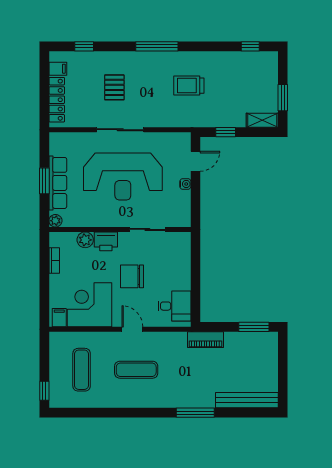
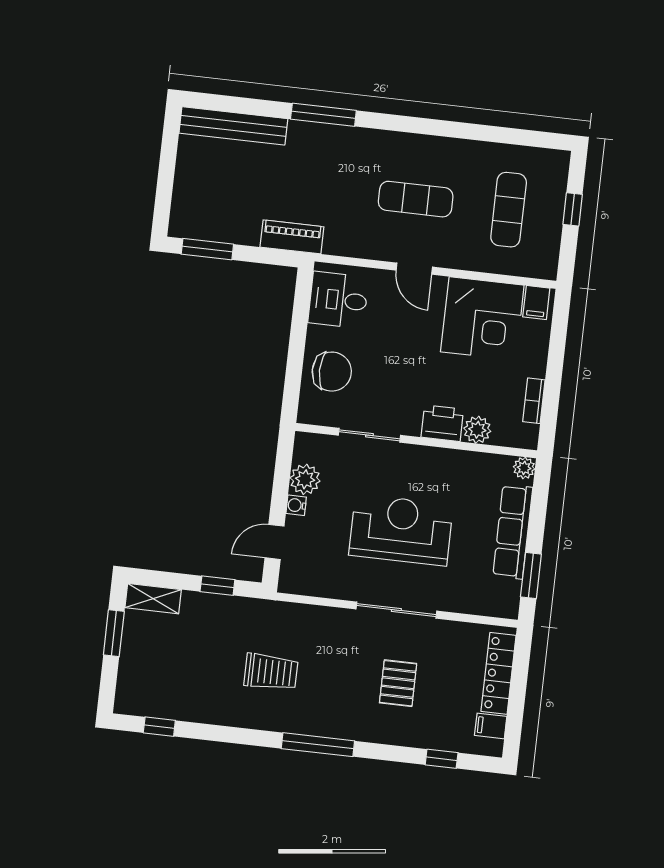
reception desk: (123, 177) -> (401, 530), width x0.74, depth x0.77
window: (44, 181) -> (531, 575), moved
plant: (182, 200) -> (305, 479), added
chair: (132, 276) -> (332, 372), moved
window: (44, 391) -> (573, 209), moved

